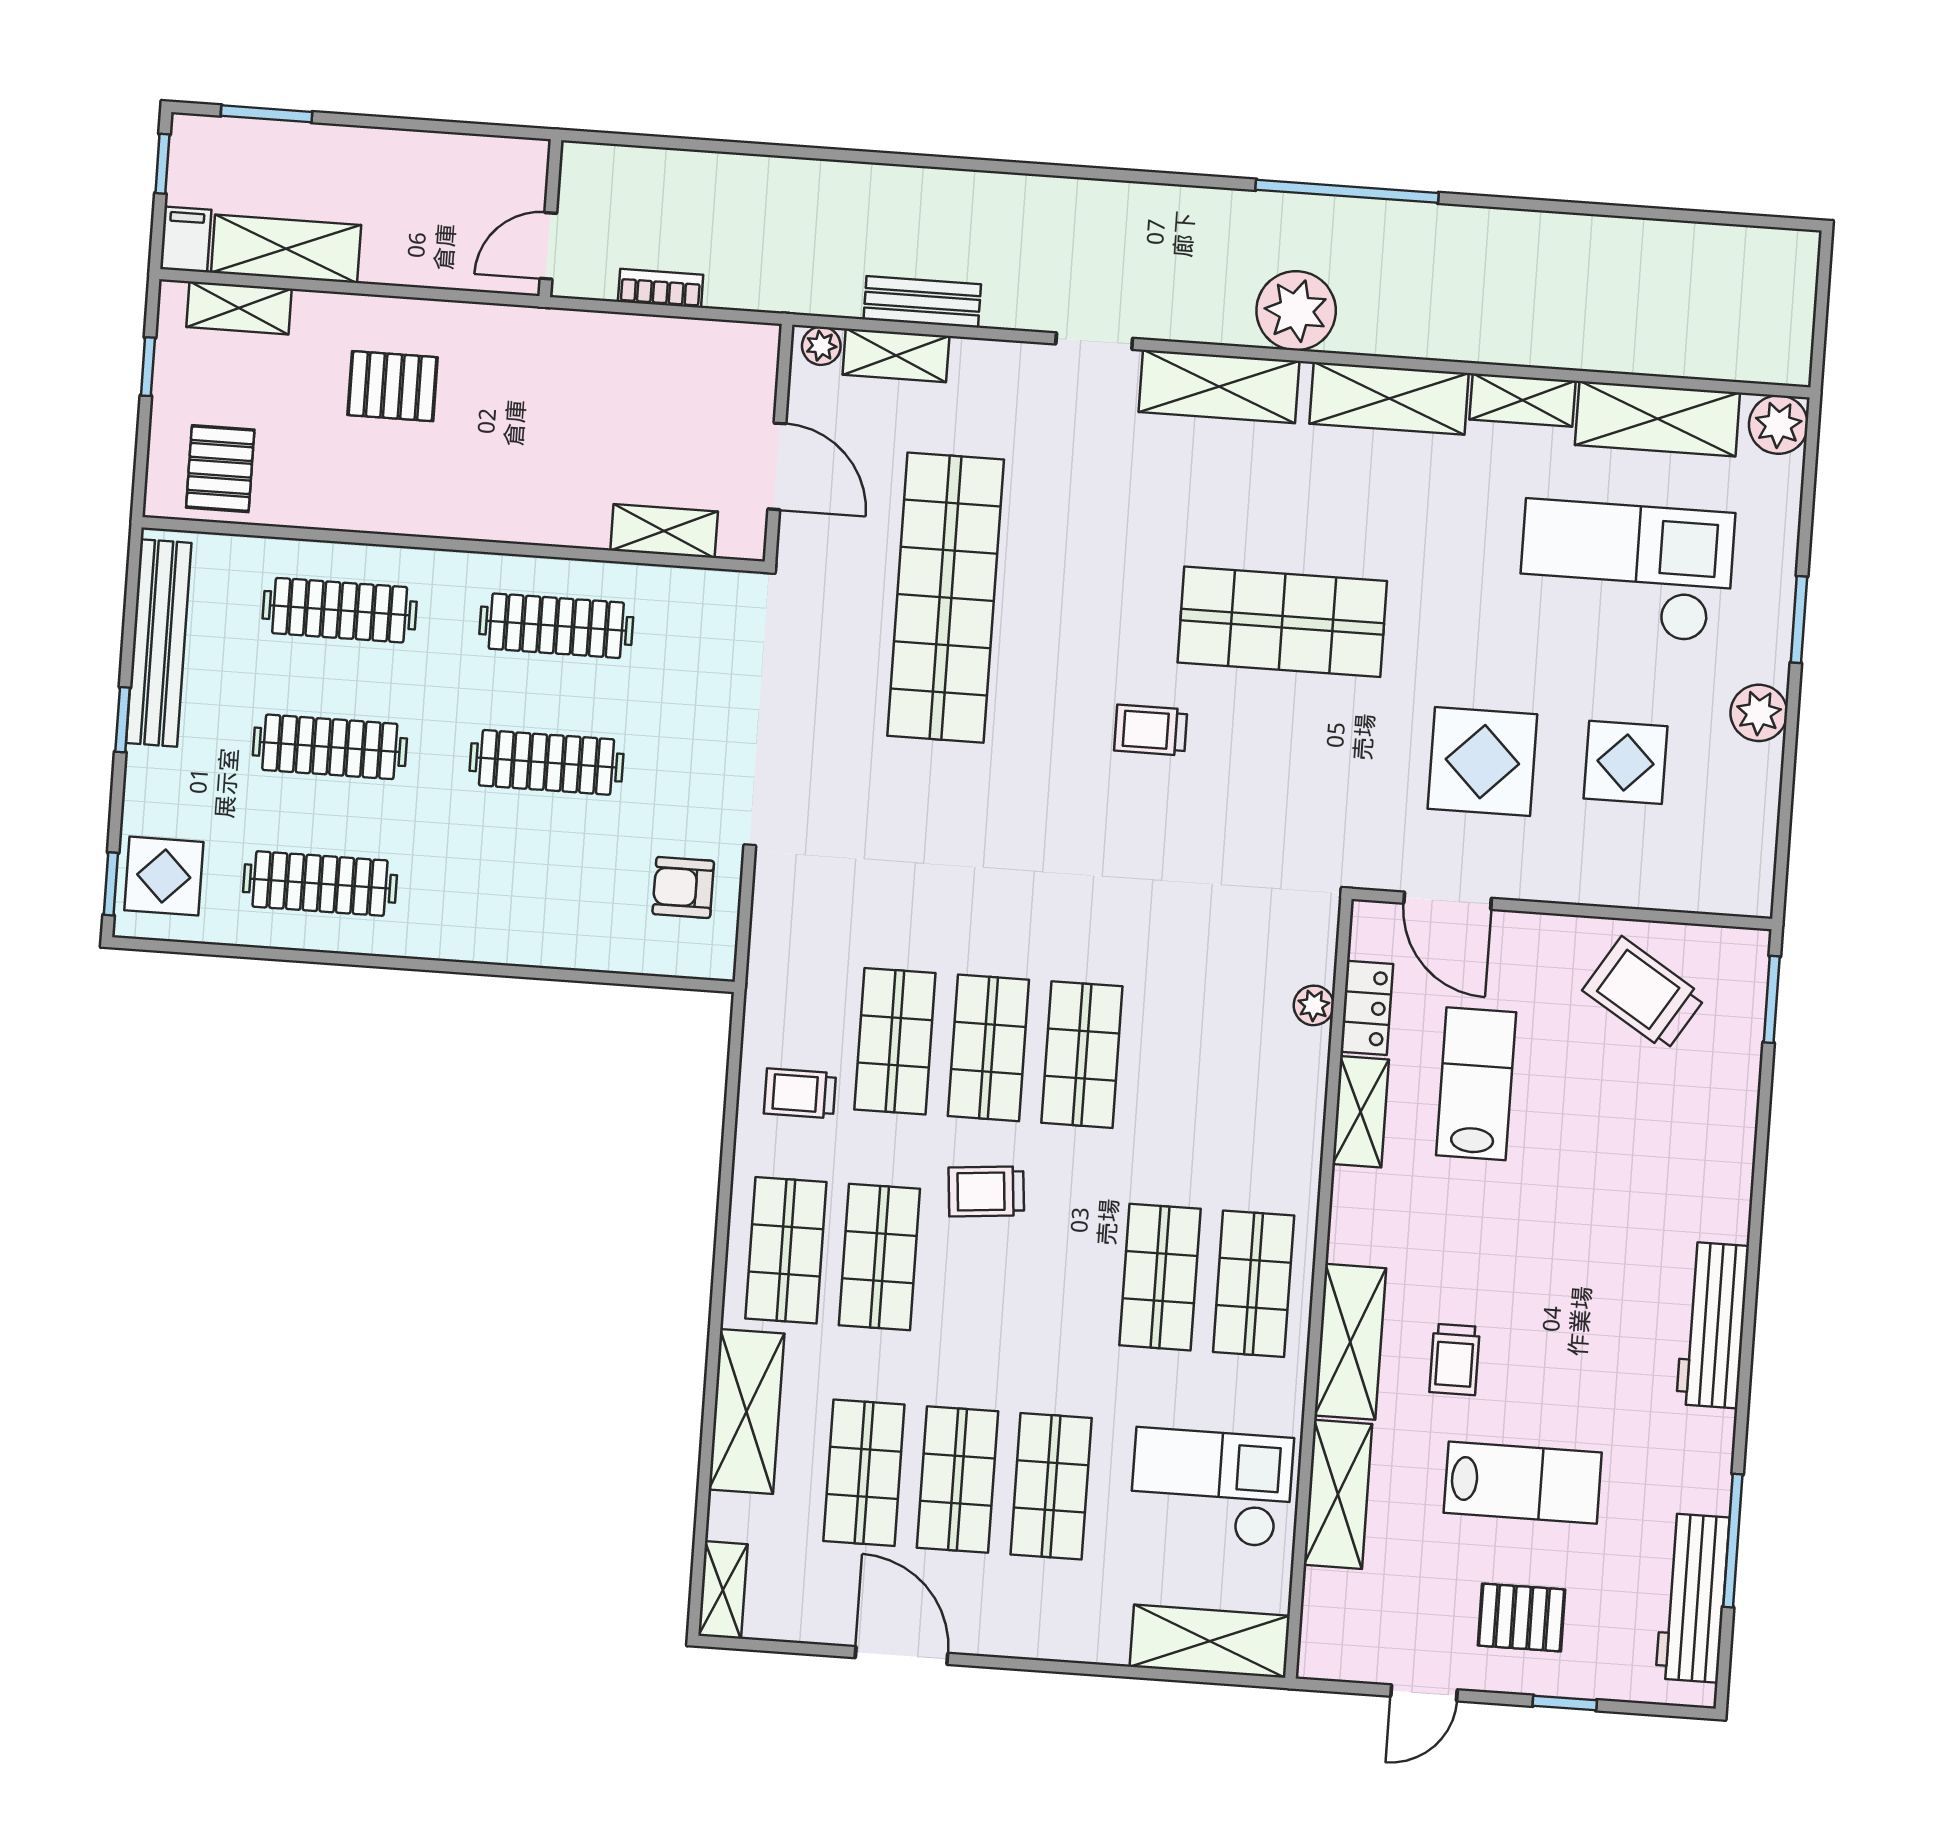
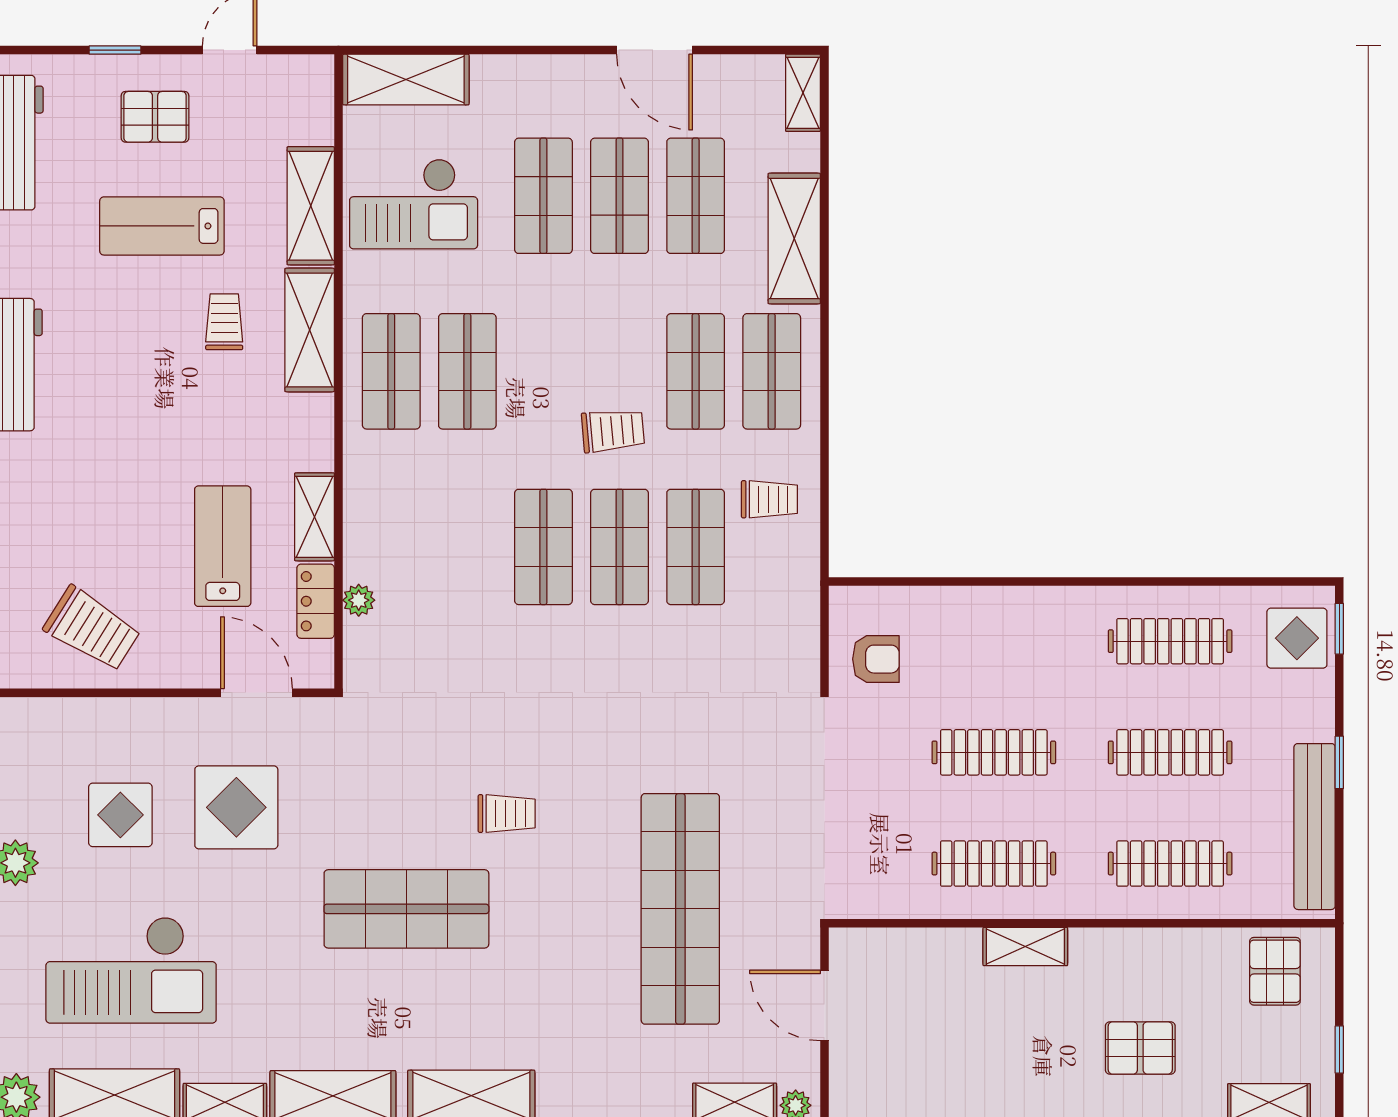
shelving: (664, 531) -> (1025, 946), moved
lab bench: (1476, 1084) -> (223, 546), turned 180

